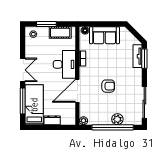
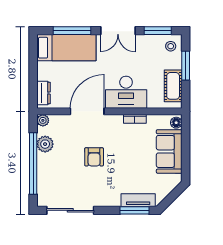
window: (23, 43) -> (158, 31), added
door: (77, 91) -> (87, 111), hinge flipped
plant: (117, 119) -> (45, 144), moved
dresser: (52, 120) -> (43, 93), moved

